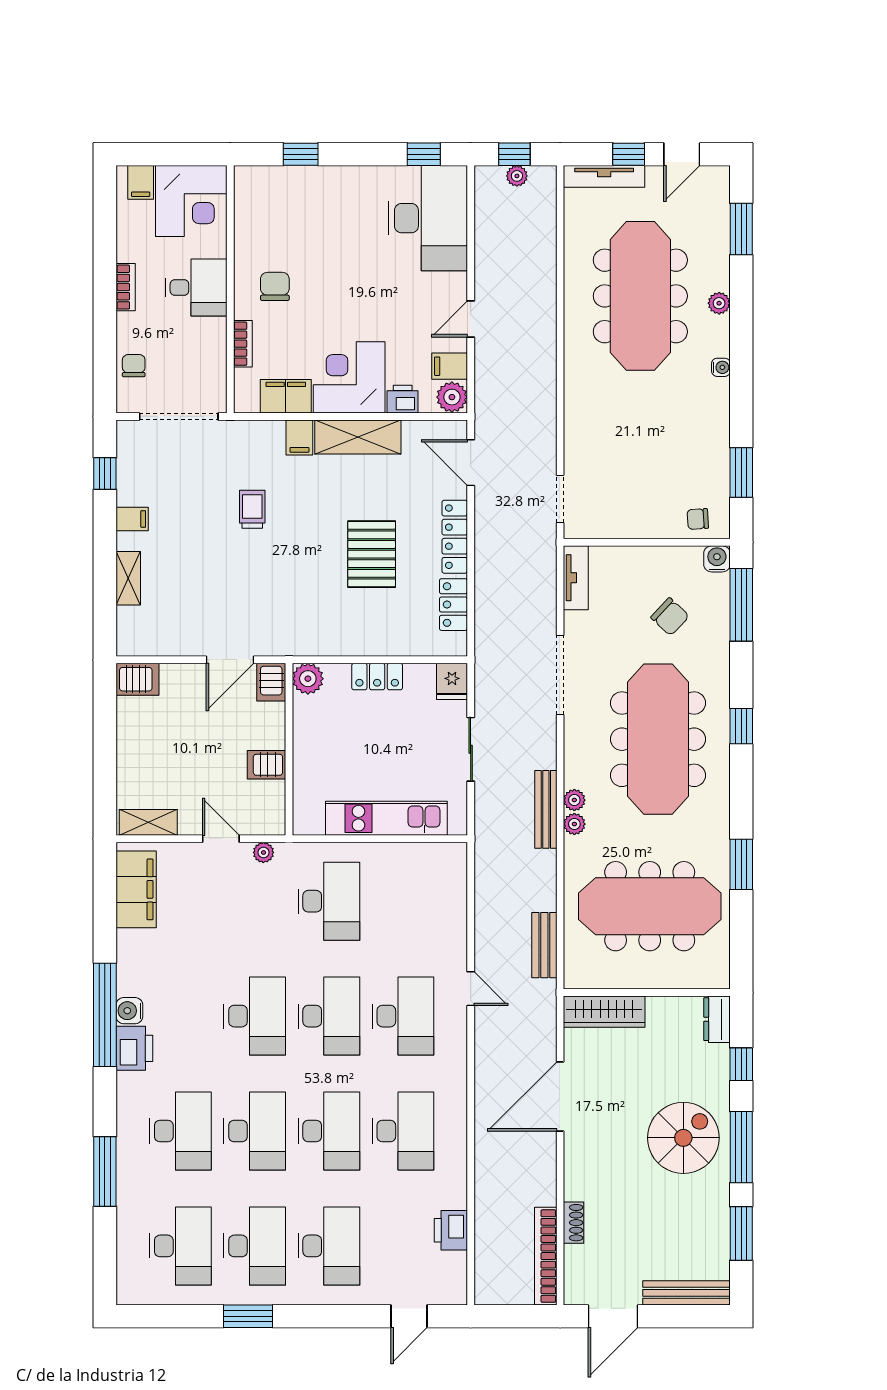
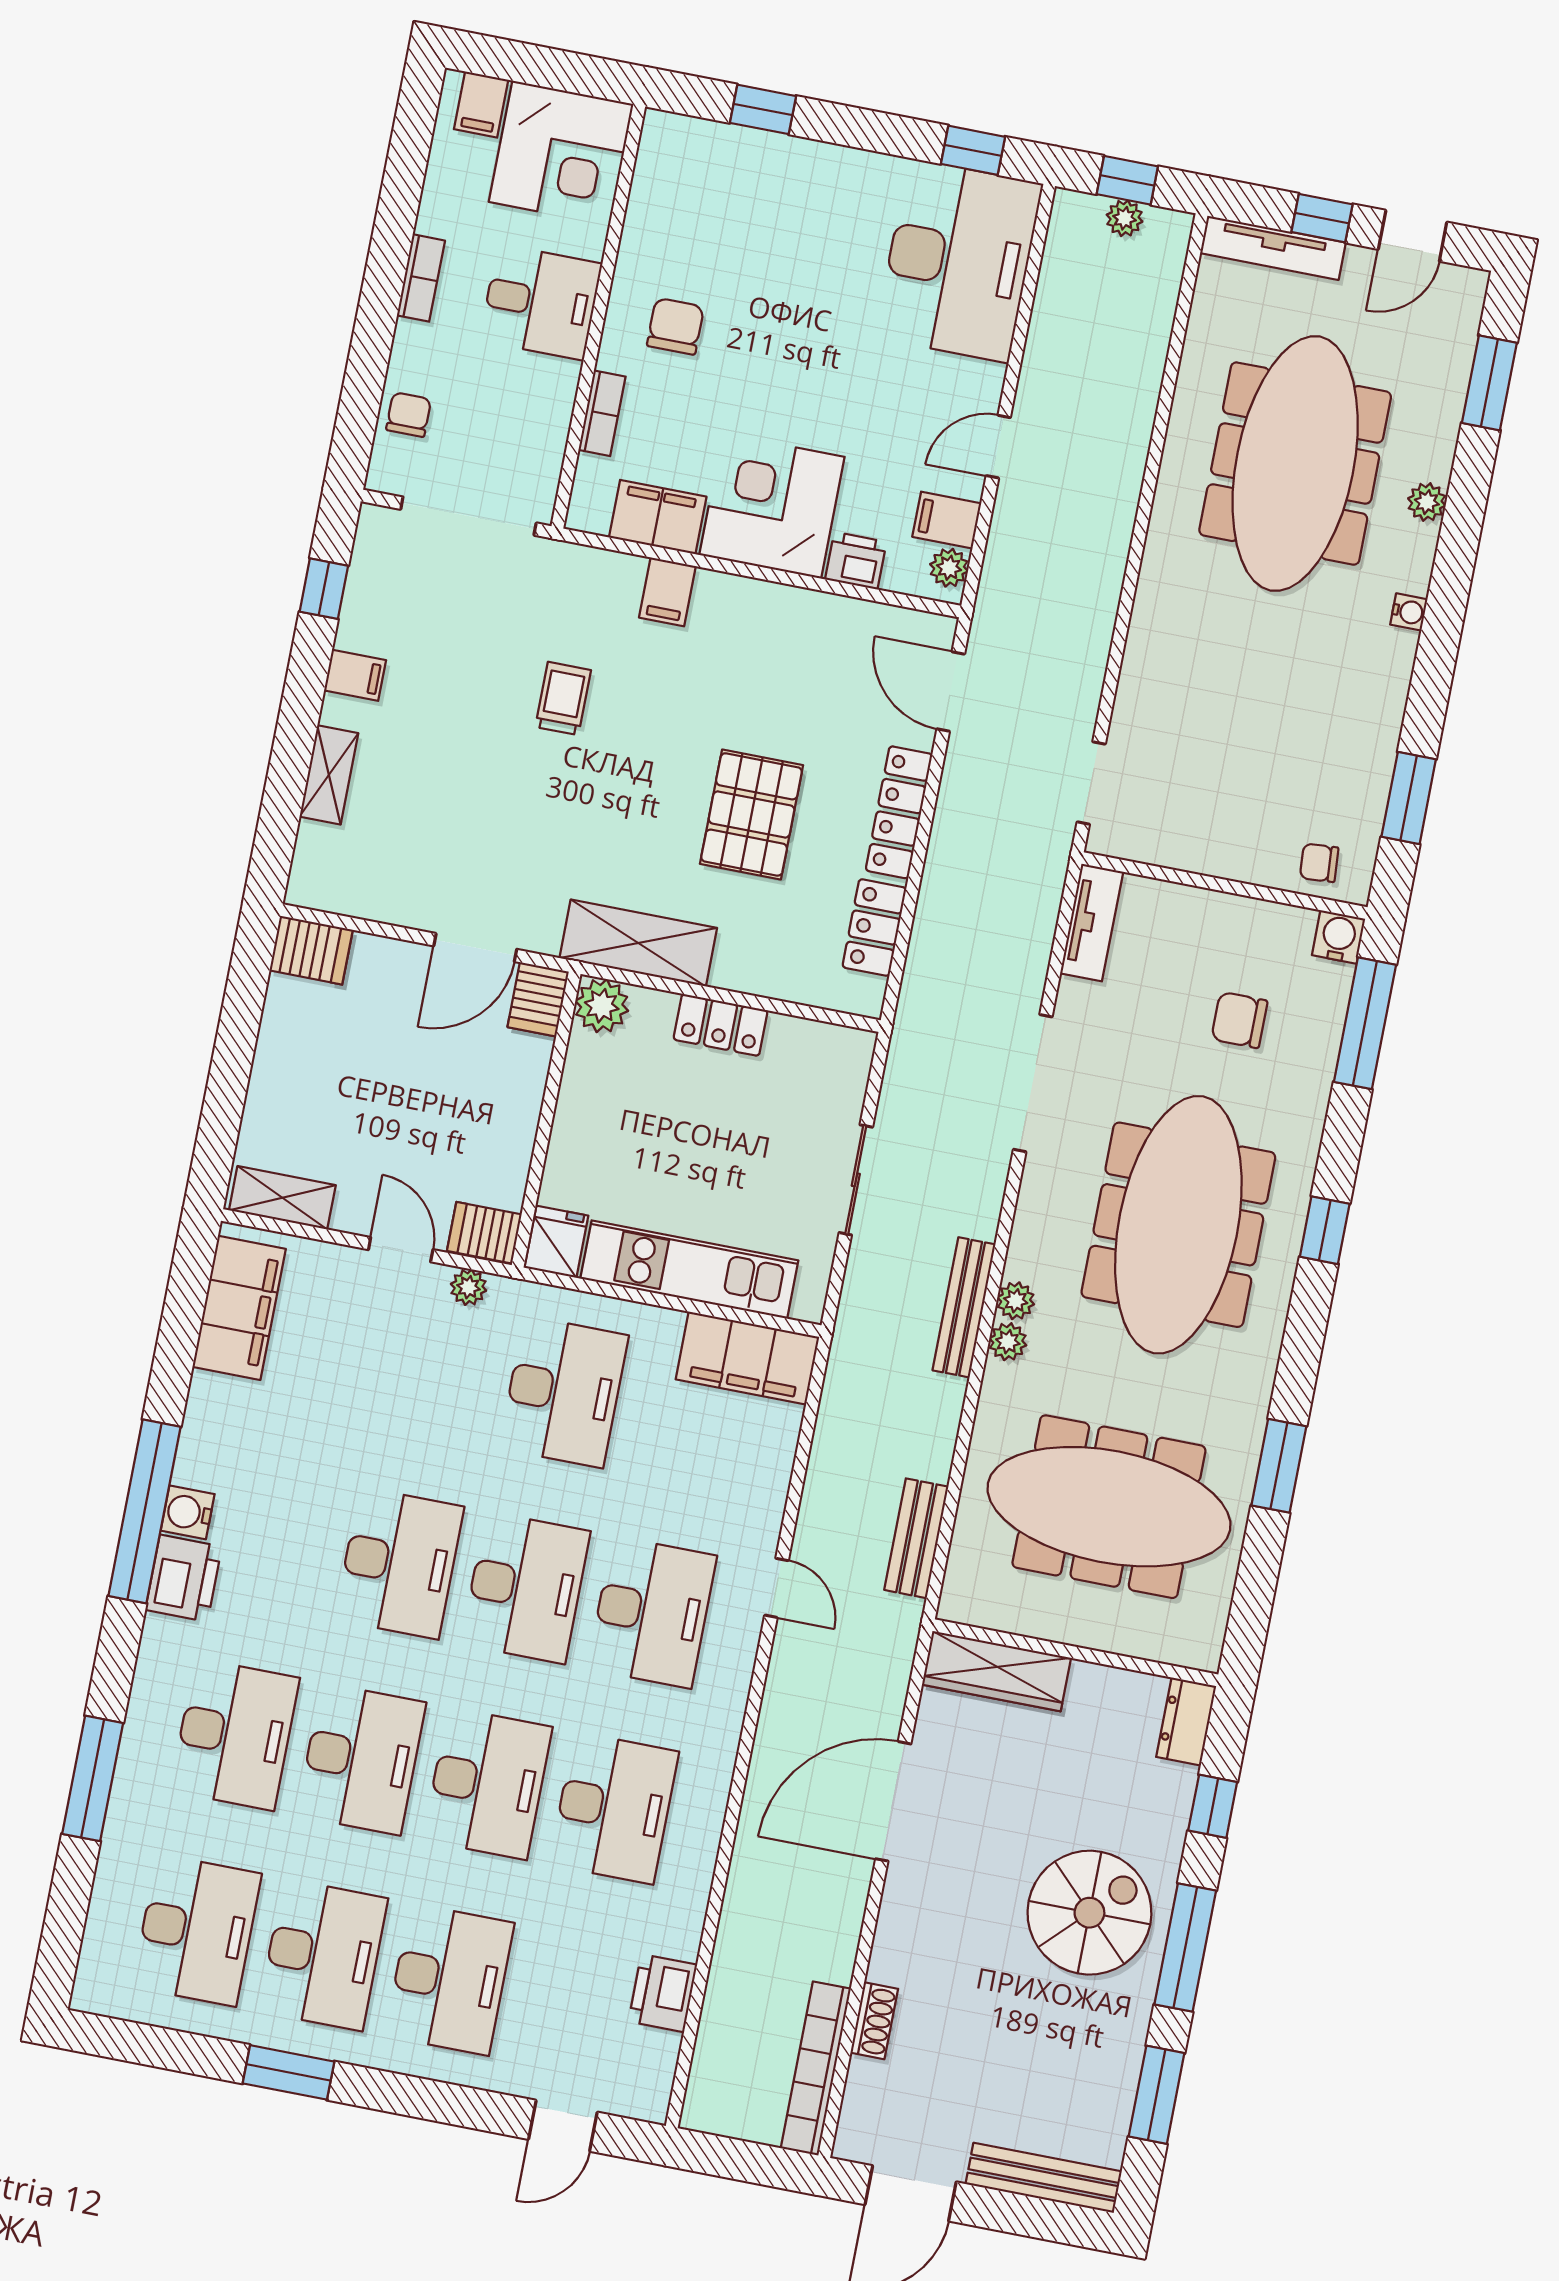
plant: (452, 397) -> (949, 568), width x0.73, depth x0.73
shelving: (358, 437) -> (638, 943), moved
chair: (670, 617) -> (1239, 1020), turned 137
fridge: (452, 681) -> (556, 1242), moved, turned 180
server rack: (266, 765) -> (484, 1233), moved
filing cabinet: (429, 862) -> (747, 1358), added

